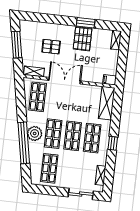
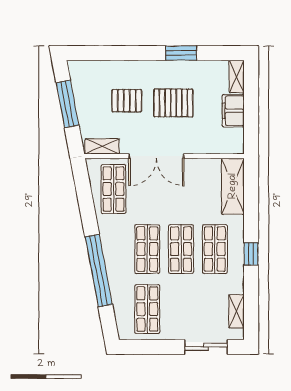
pallet: (83, 39) -> (173, 103), moved, turned 90
filing cabinet: (110, 80) -> (233, 111), moved, width x2.00
double door: (65, 81) -> (156, 156), swing flipped
plant: (35, 133) -> (115, 252), removed

